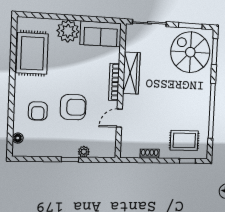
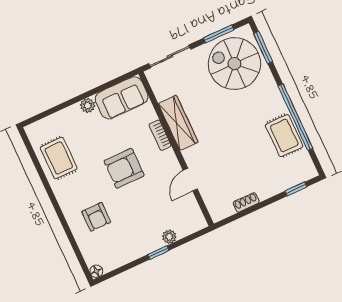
plant: (68, 31) -> (88, 105), width x0.53, depth x0.53
rug: (32, 53) -> (59, 158), width x0.73, depth x0.70
bookcase: (114, 82) -> (160, 135), width x0.64
armchair: (73, 107) -> (124, 168), moved, turned 180
floor lamp: (18, 138) -> (96, 271), moved
rug: (184, 140) -> (284, 136), moved, turned 90

